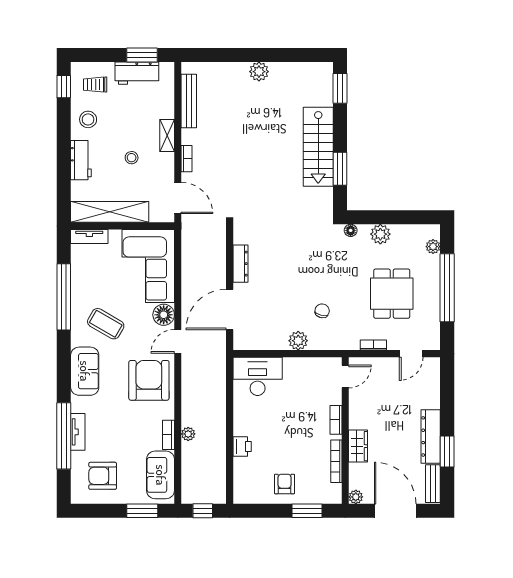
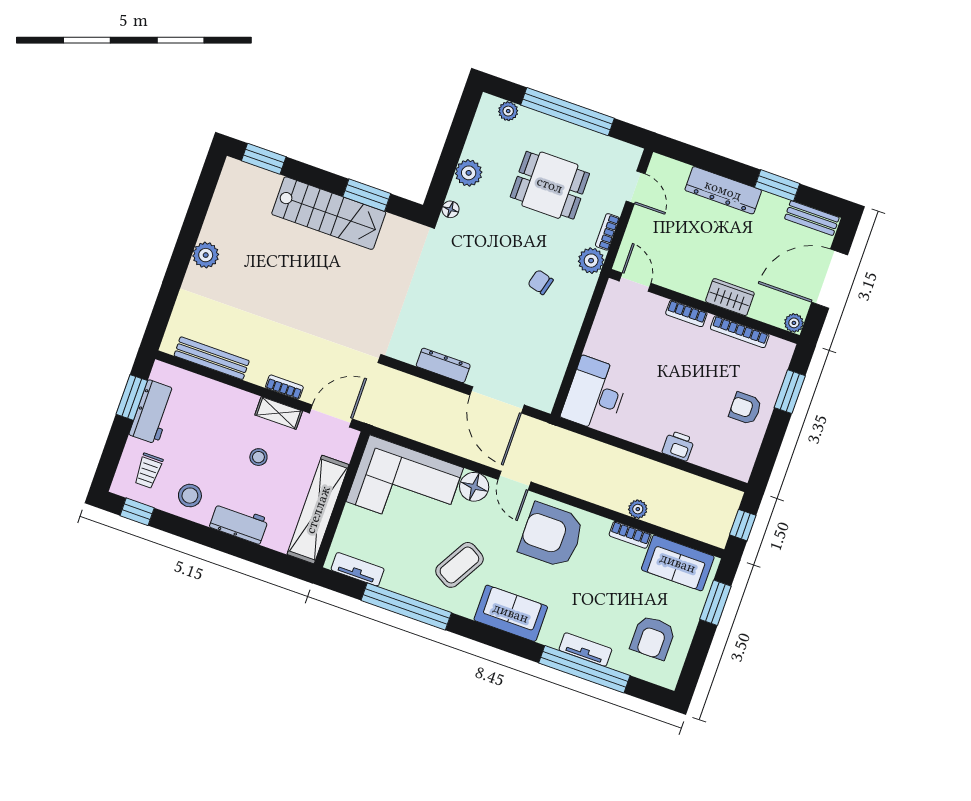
shelving: (167, 135) -> (279, 413), moved
tv unit: (89, 236) -> (358, 569), moved, turned -90
plant: (298, 341) -> (591, 261), moved
dresser: (431, 436) -> (723, 190), moved

